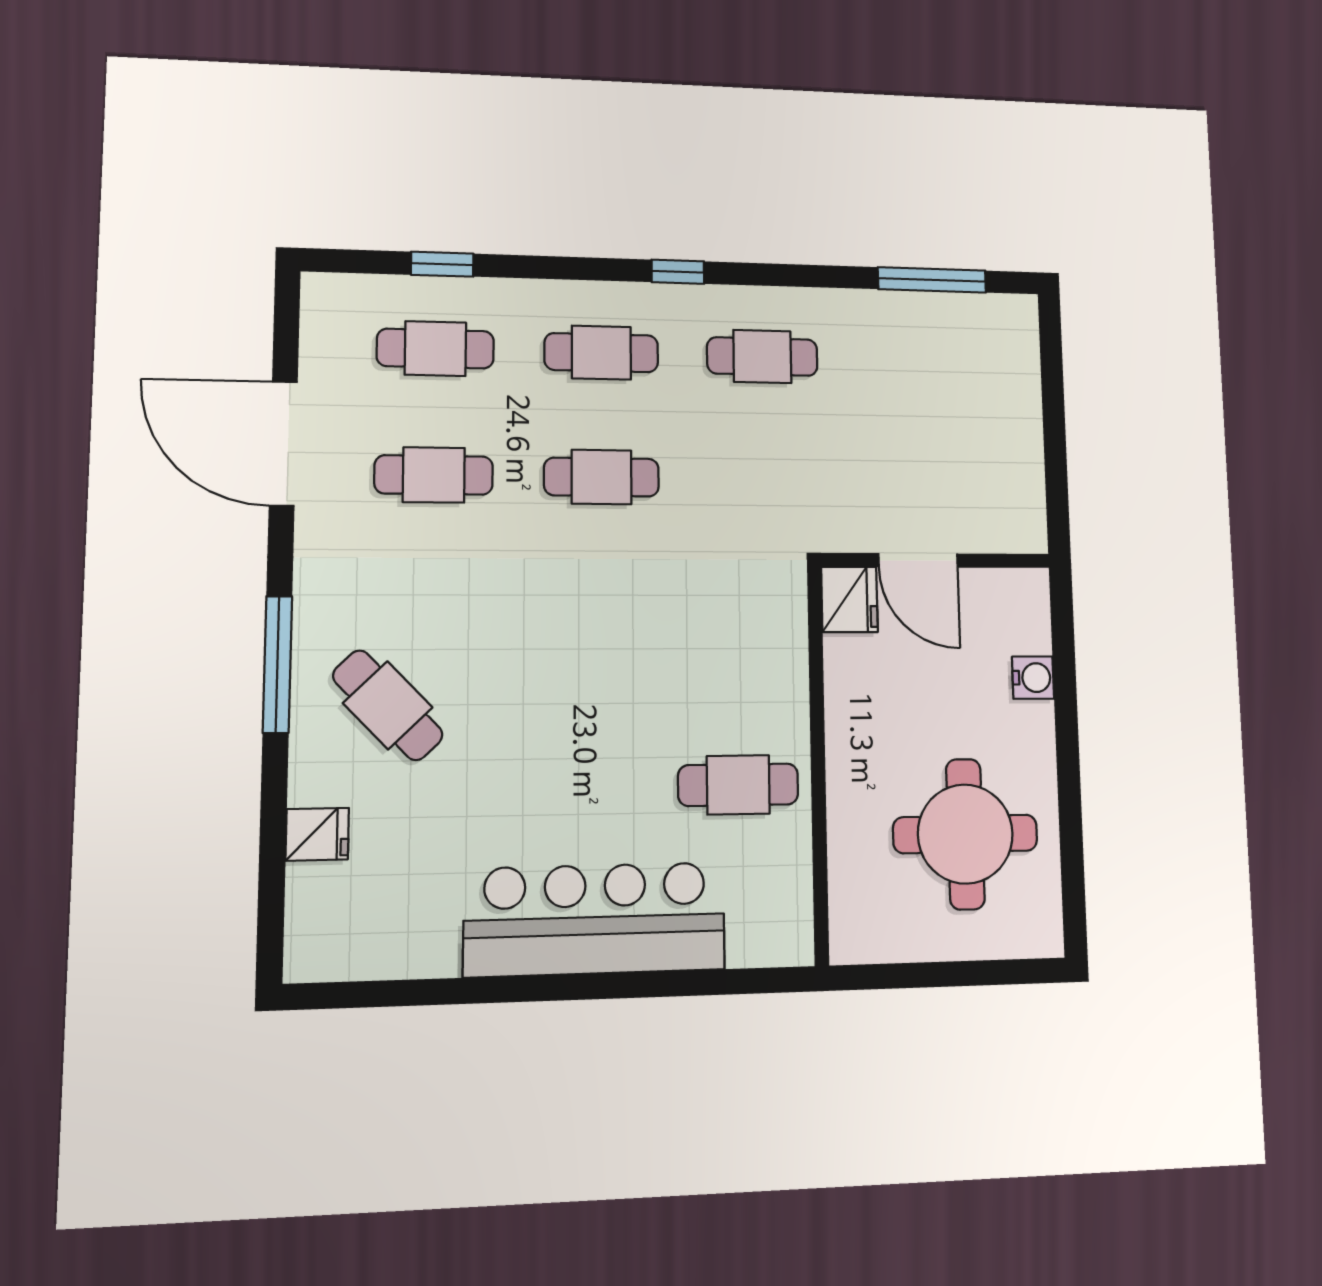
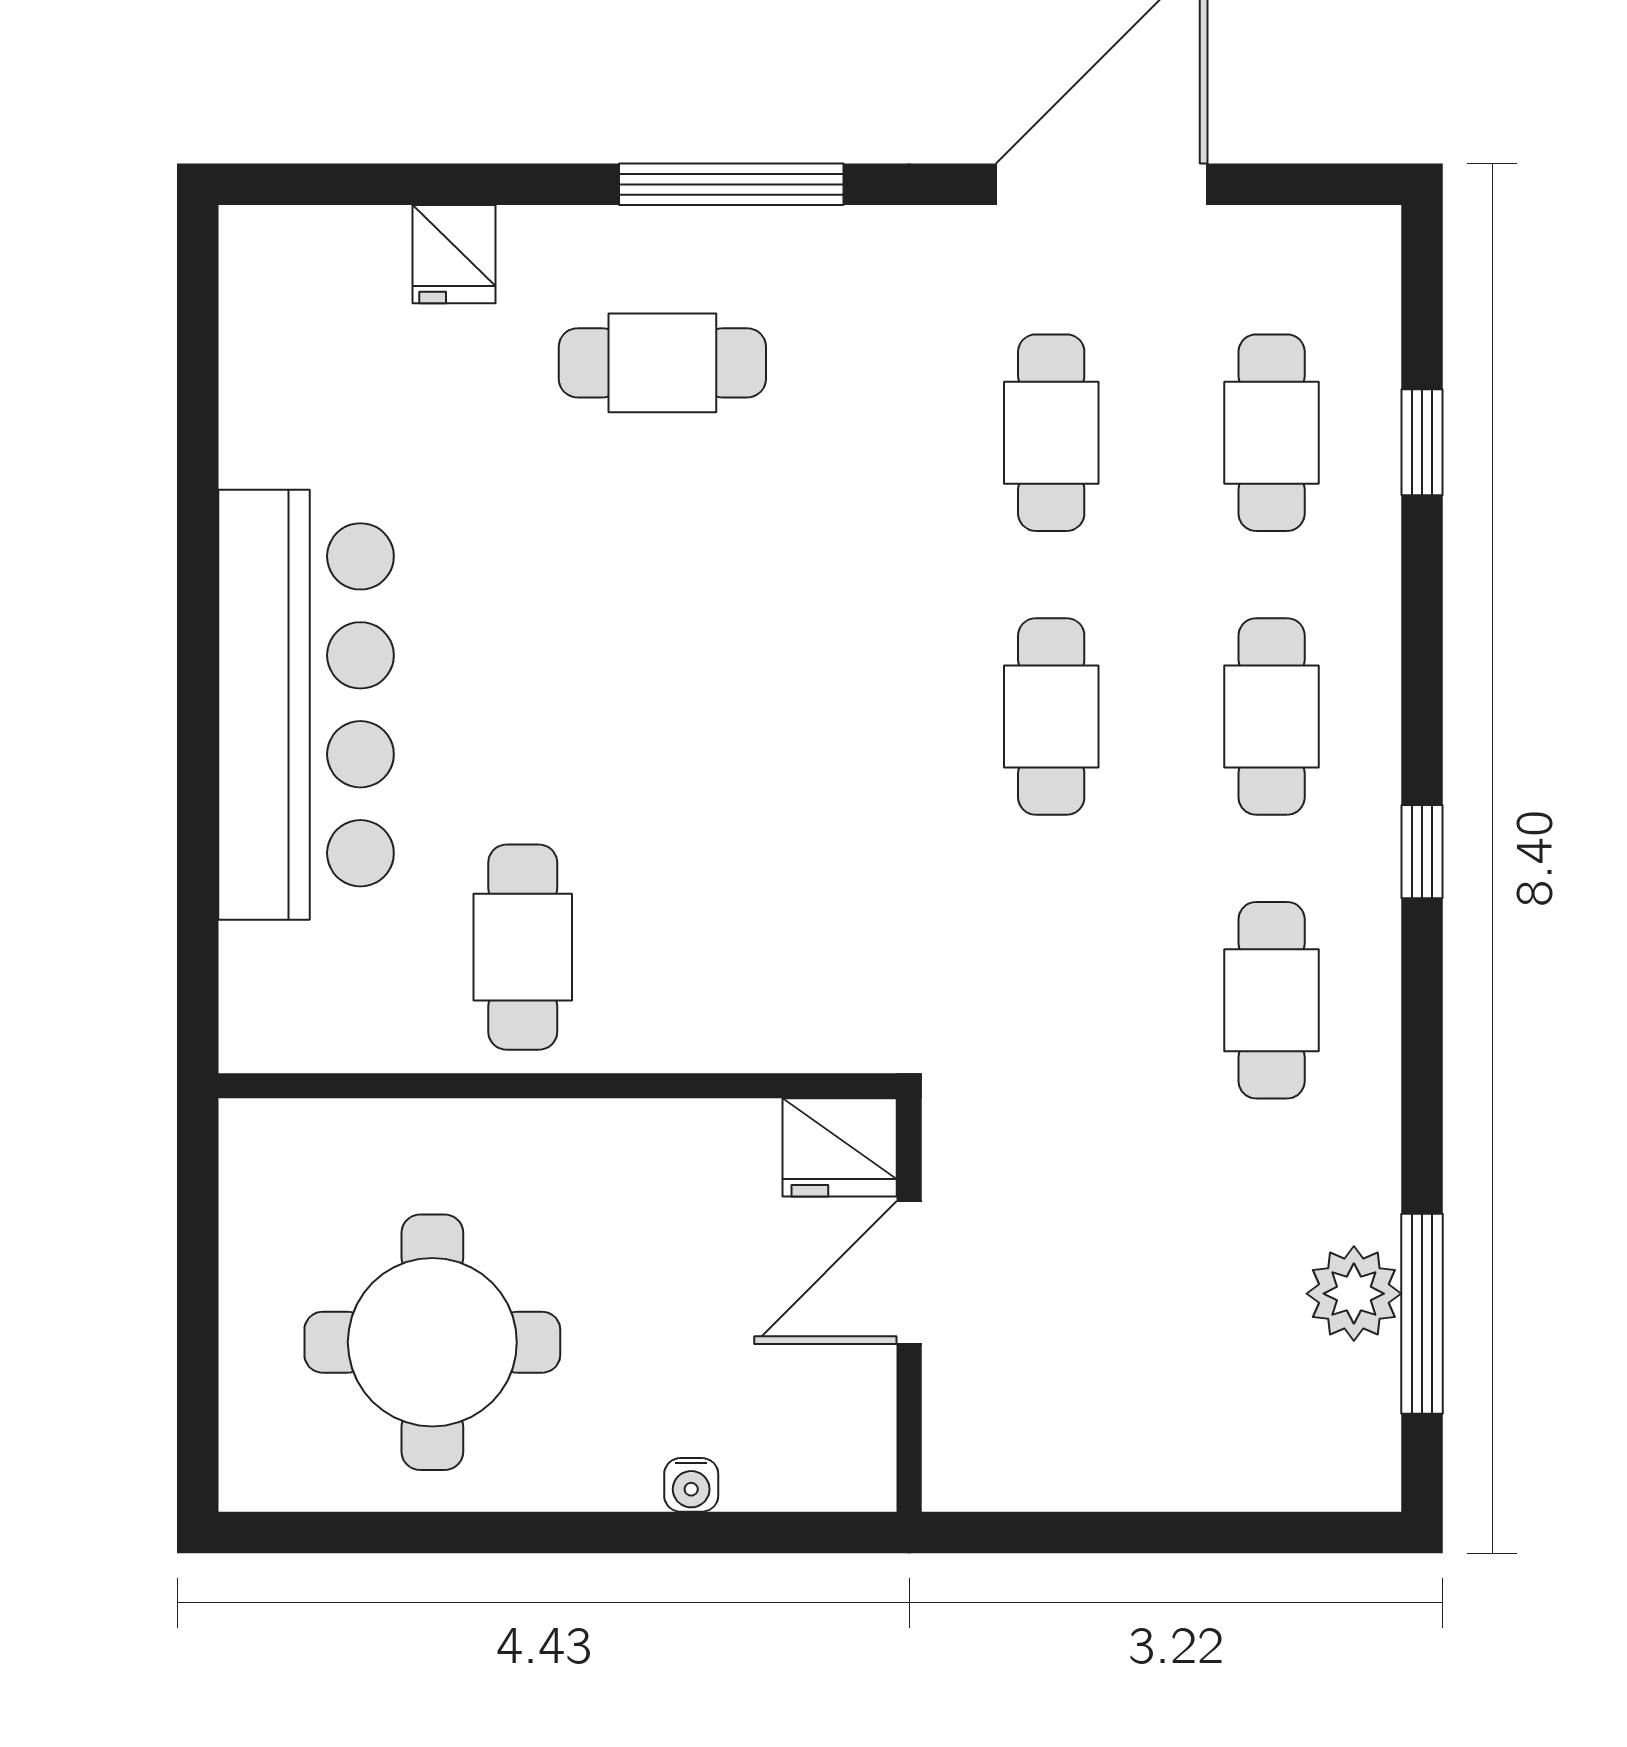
plant: (922, 316) -> (1354, 1294), added
water cooler: (1033, 678) -> (691, 1485), width x0.72, depth x0.72
cafe table: (388, 705) -> (662, 363), turned 44

